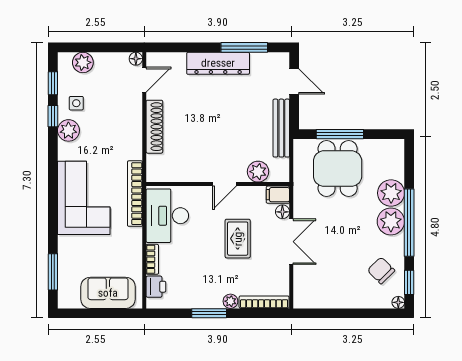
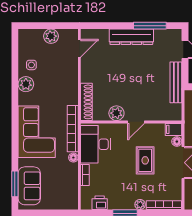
floor lamp: (136, 59) -> (73, 158), moved
plant: (83, 62) -> (51, 36), moved
window: (53, 83) -> (15, 51), removed
window: (53, 116) -> (15, 74), removed
shoe rack: (154, 127) -> (86, 102), moved
plant: (258, 172) -> (116, 113), moved
printer: (156, 287) -> (100, 203), moved, turned -90
sofa: (108, 293) -> (29, 186), moved, turned 90

